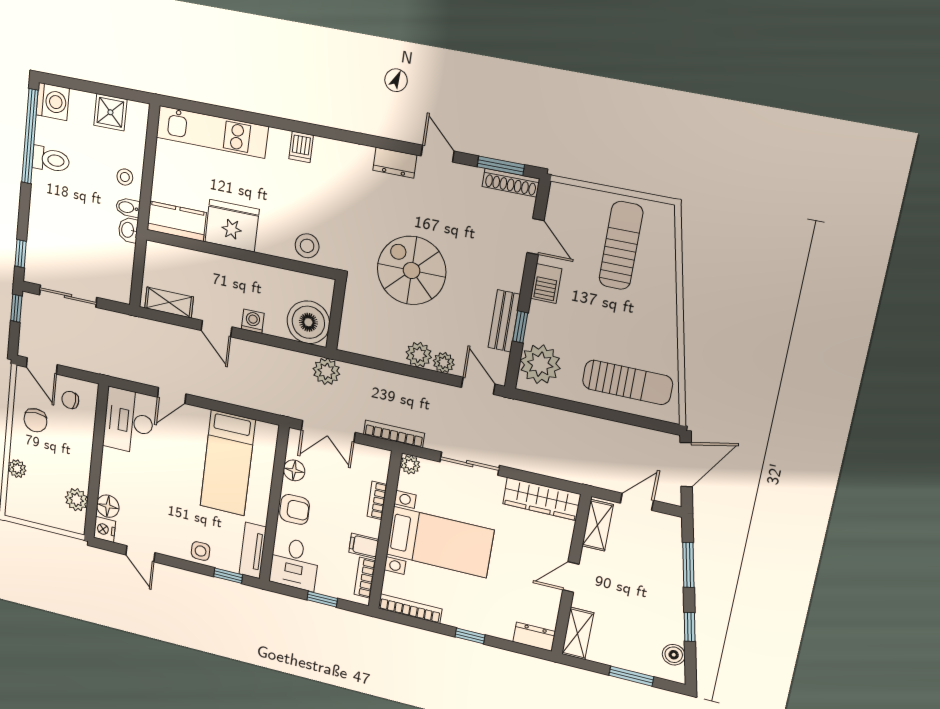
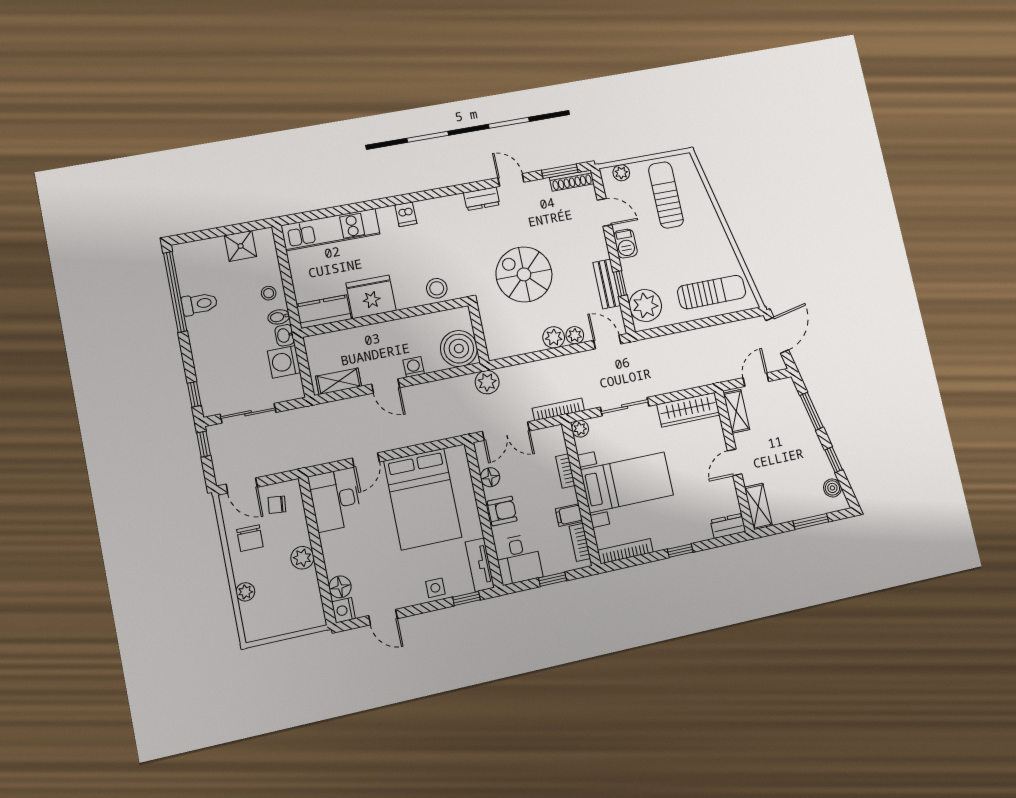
washing machine: (53, 101) -> (284, 362), moved, turned 180
plant: (576, 197) -> (621, 173), added
bed: (228, 463) -> (423, 499), width x1.50
plant: (76, 500) -> (302, 558), moved

